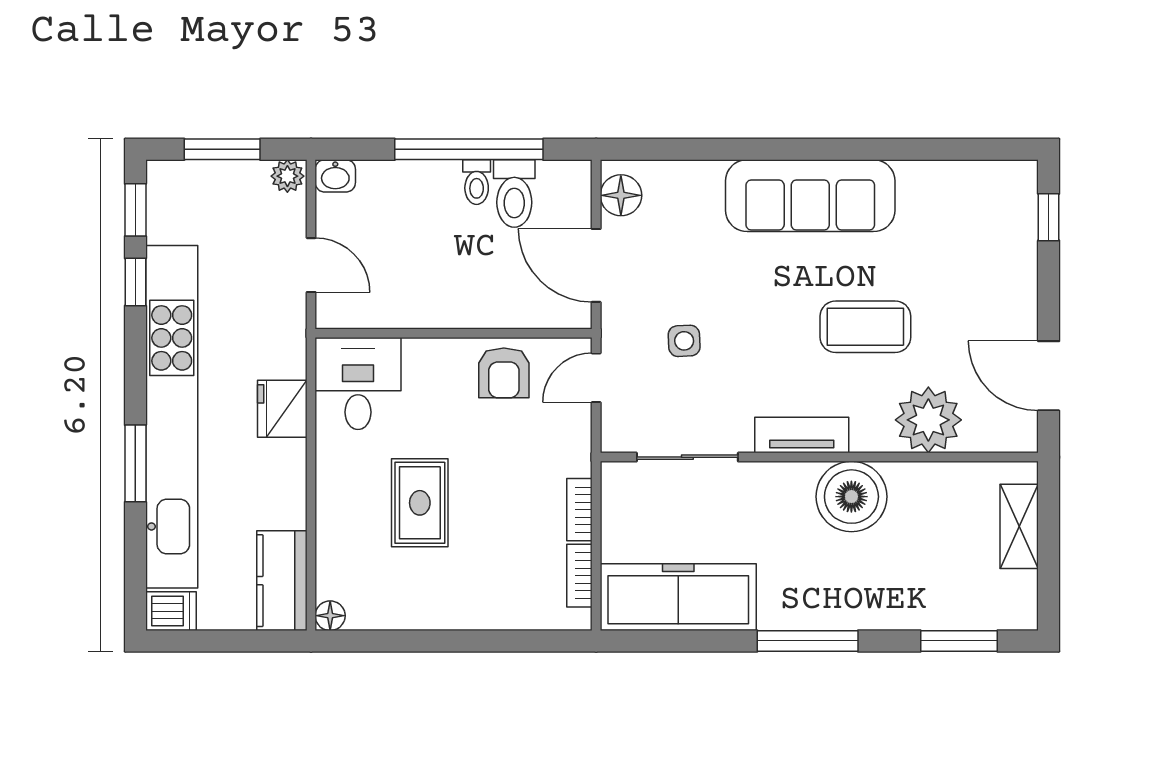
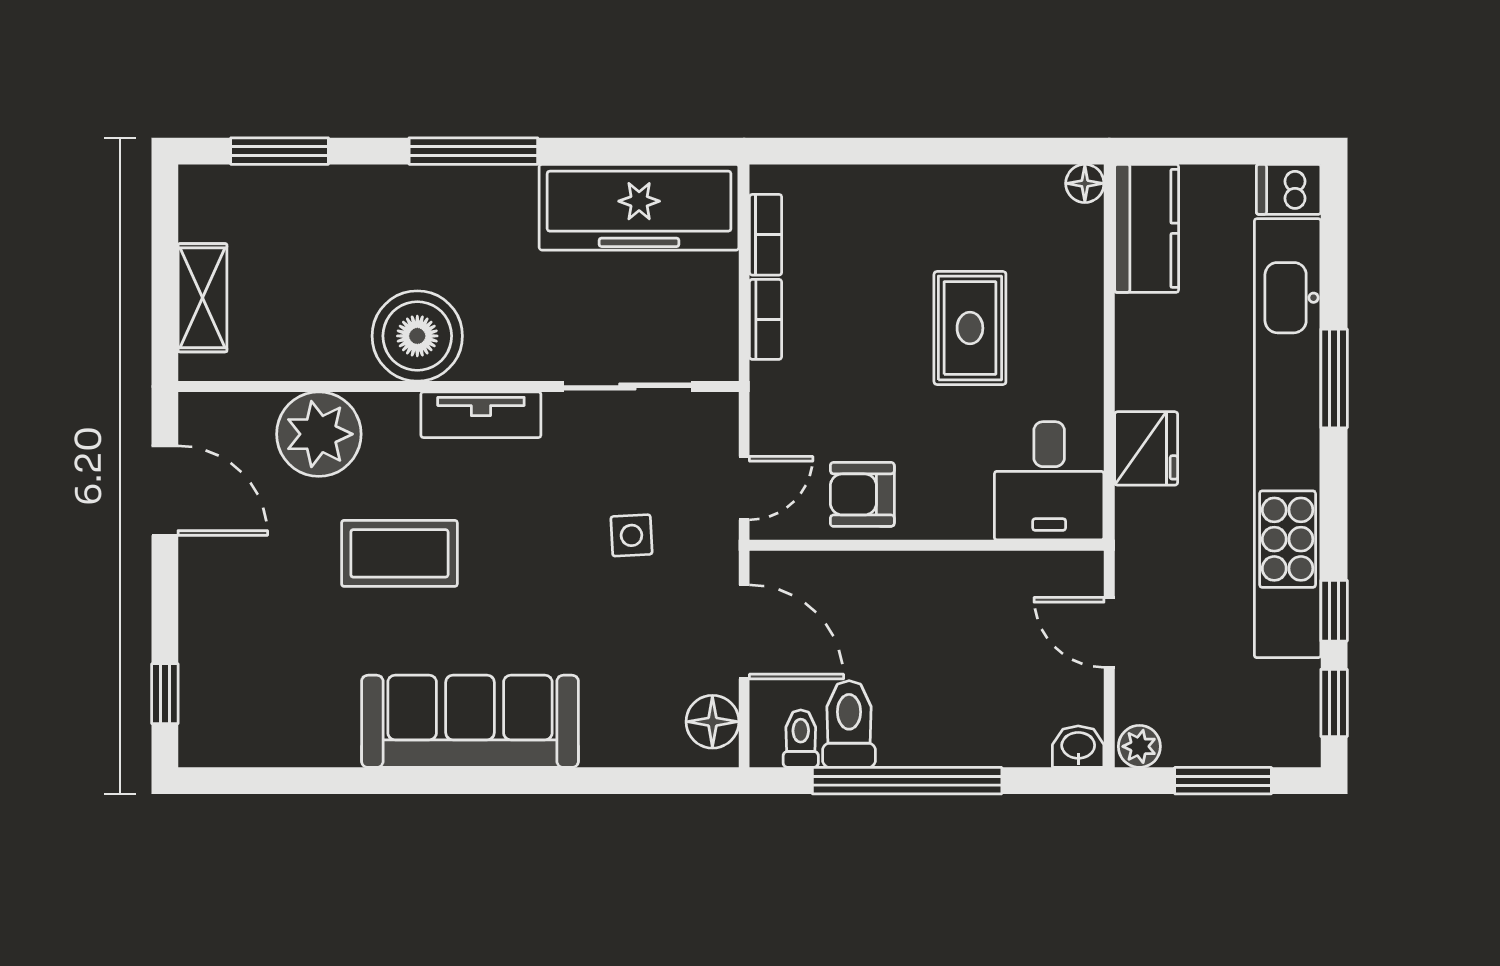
toilet: (477, 182) -> (801, 739), moved
armchair: (504, 373) -> (862, 494), turned -90

